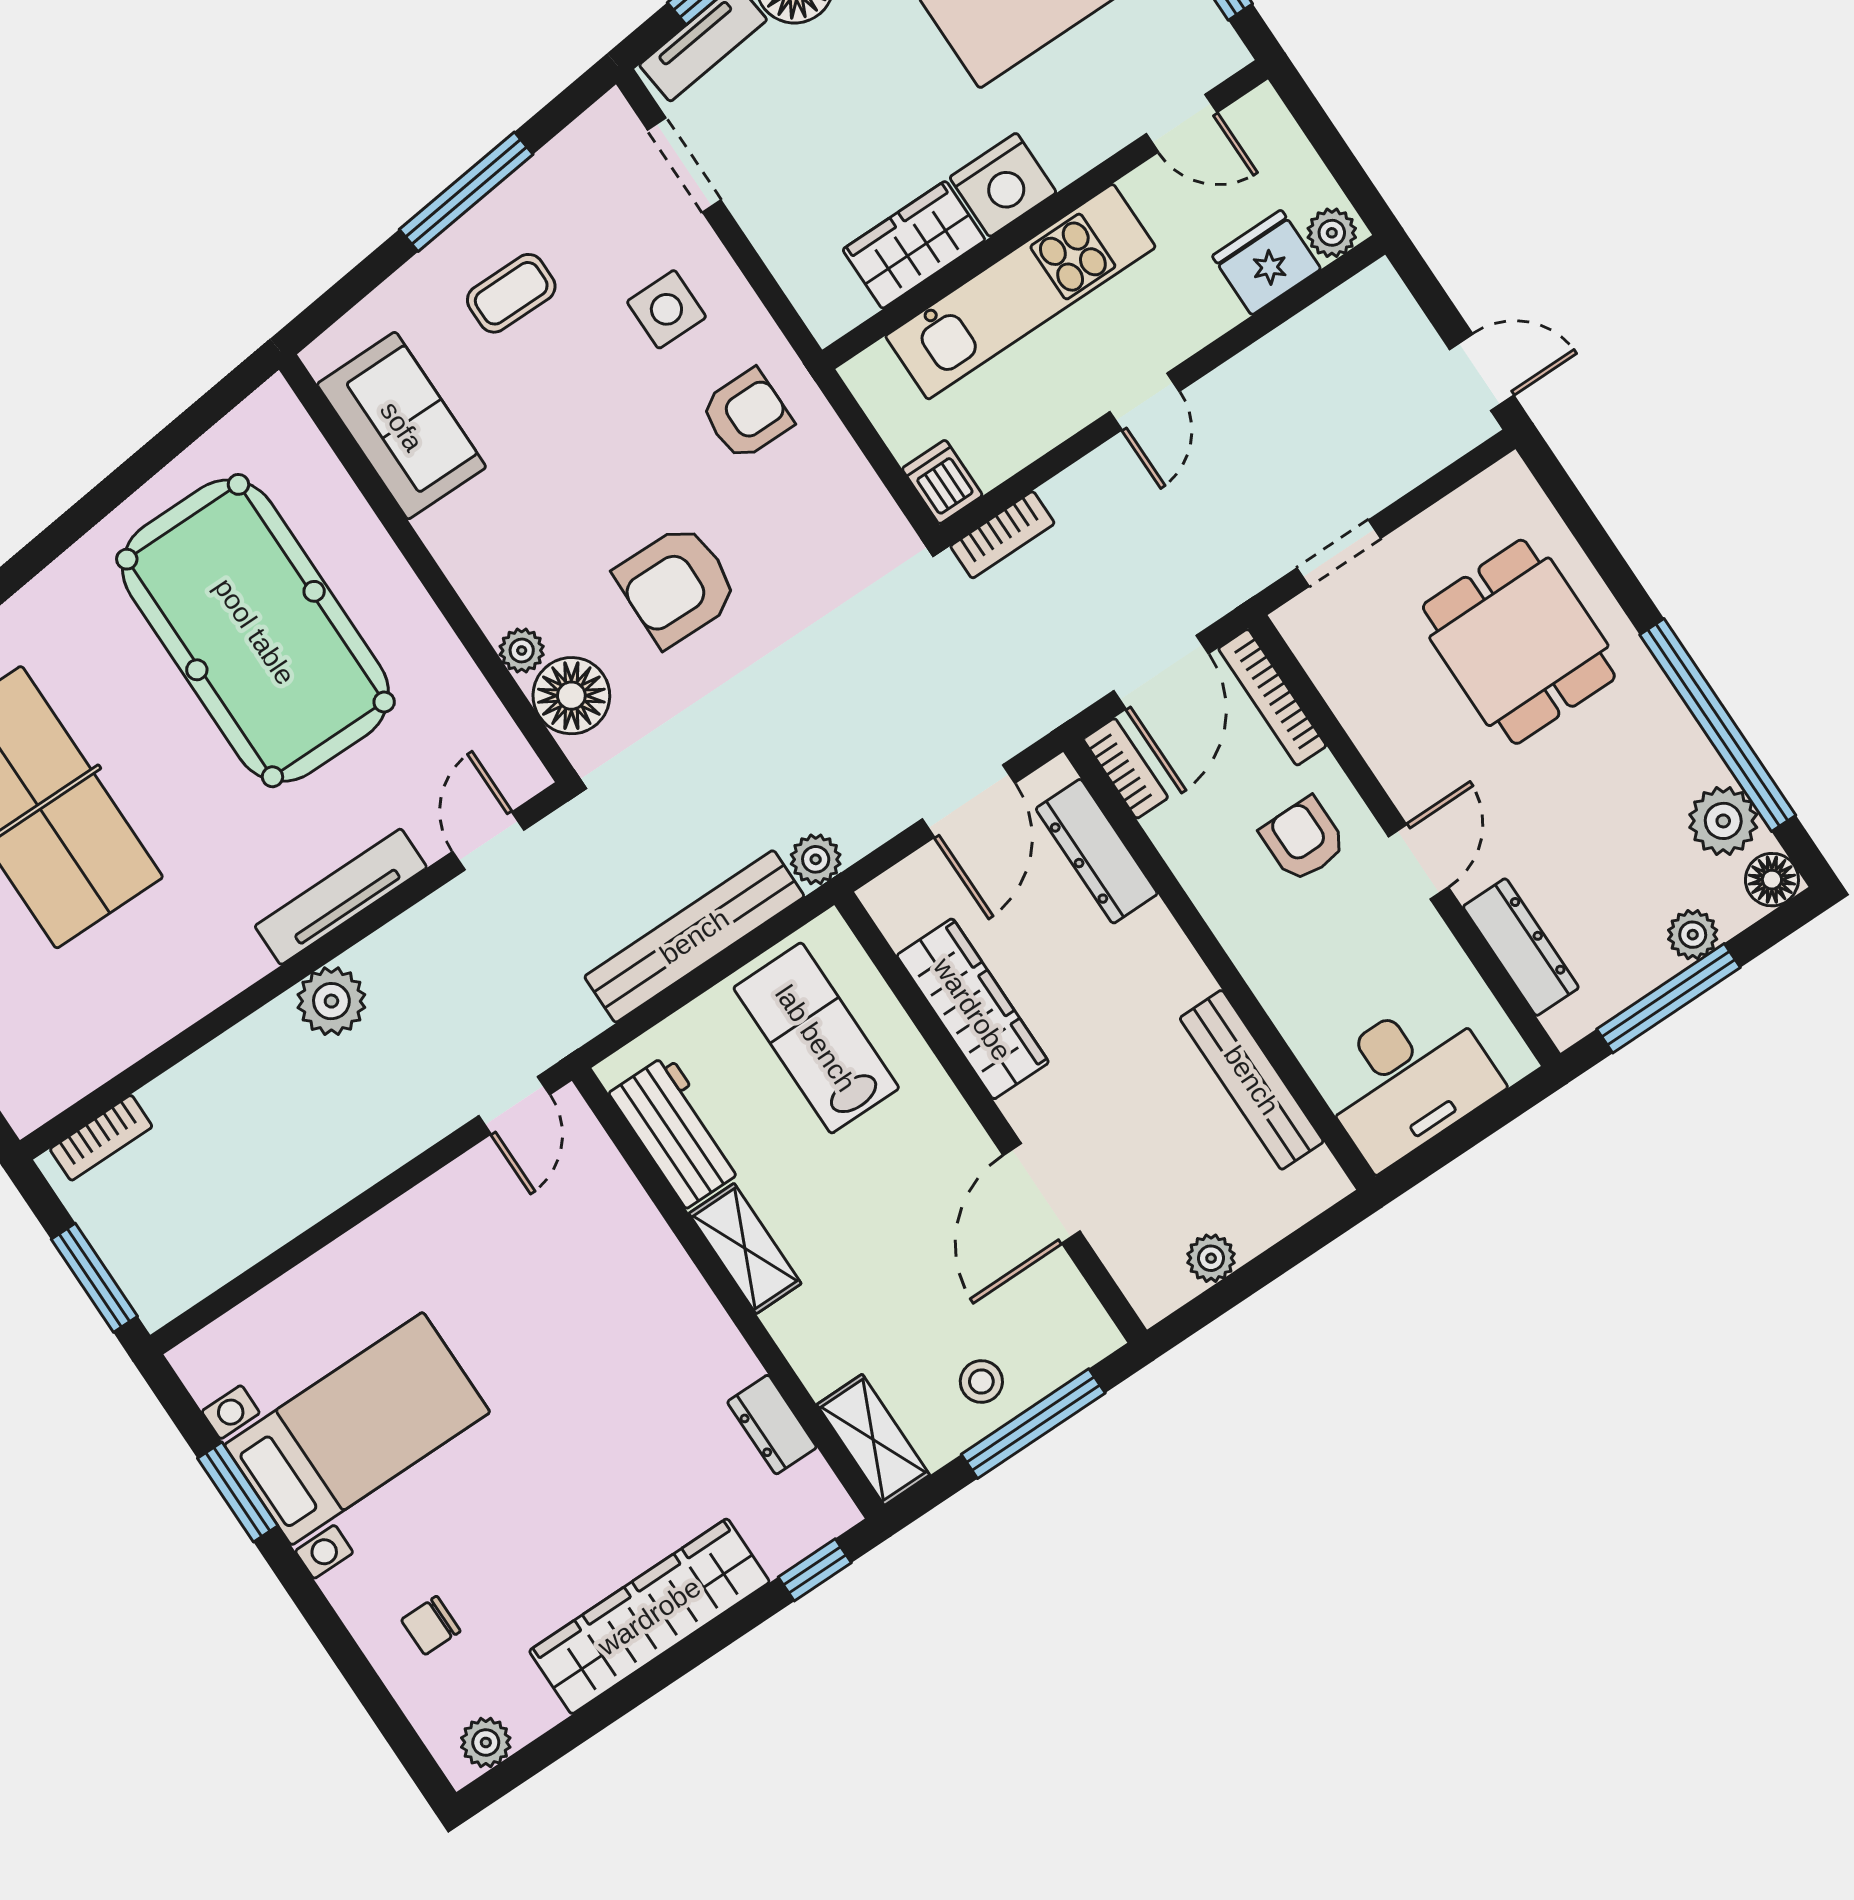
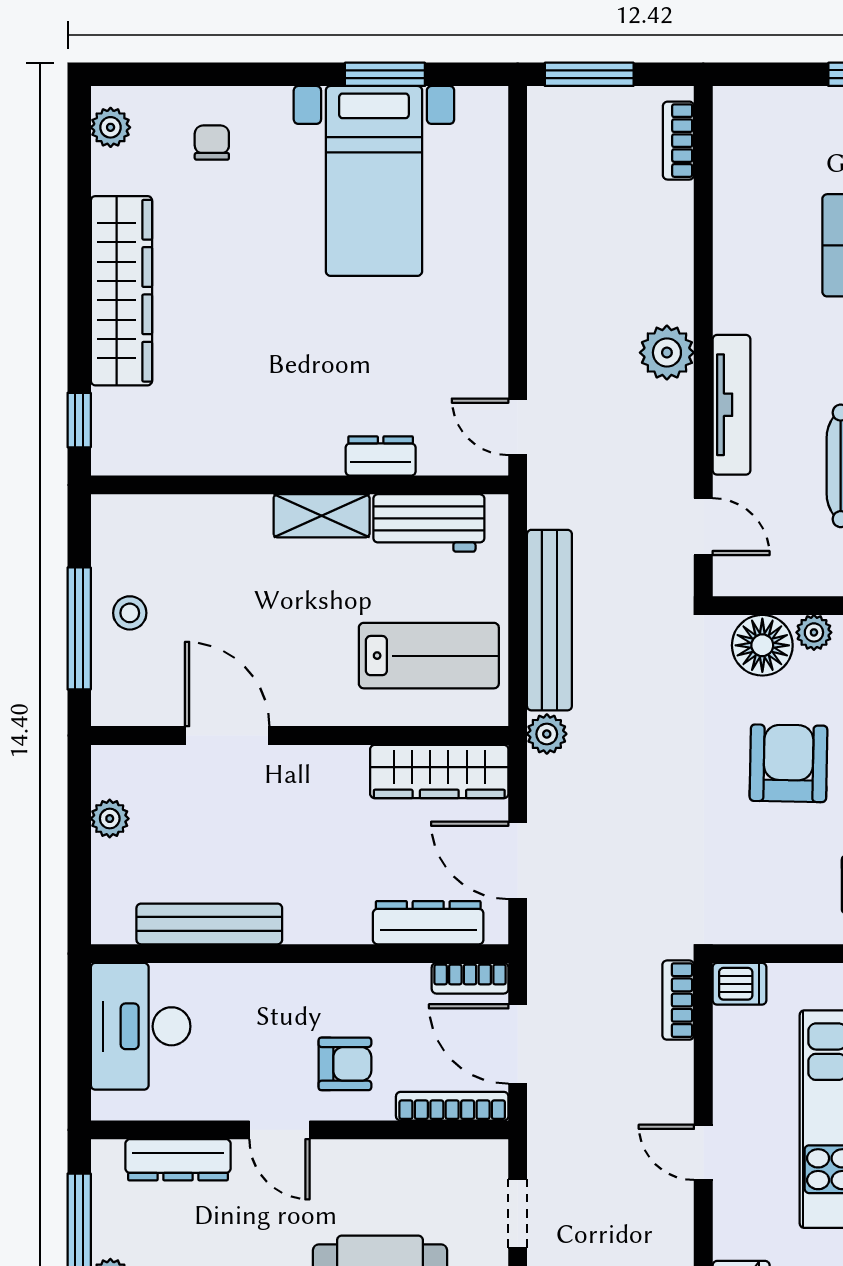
wardrobe: (973, 1009) -> (439, 772), moved
dresser: (772, 1425) -> (381, 456), moved
shelving: (873, 1440) -> (139, 516), removed

